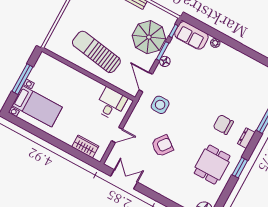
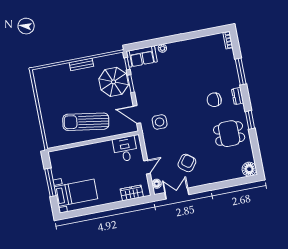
floor lamp: (165, 61) -> (157, 184), moved
armchair: (162, 146) -> (187, 163), moved
dining table: (212, 165) -> (229, 134), turned 90

